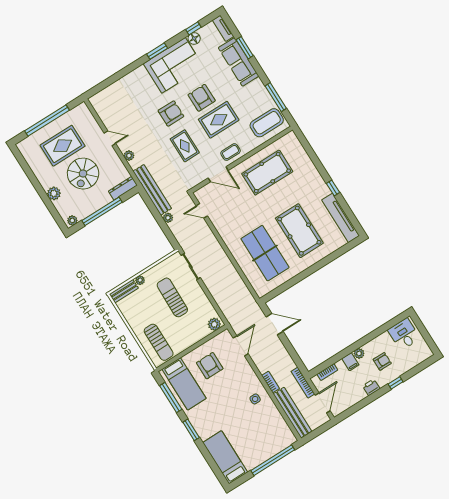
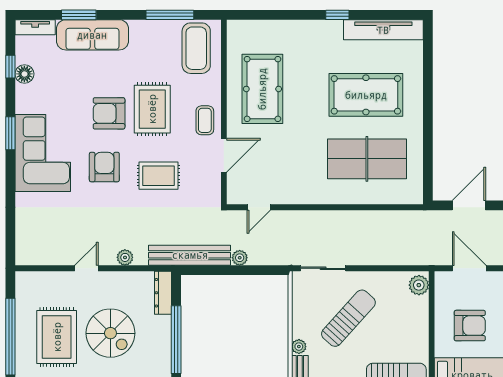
corner sofa: (174, 65) -> (43, 153), moved
sun lounger: (172, 297) -> (348, 318), turned 131
armchair: (210, 366) -> (470, 326), turned 180

